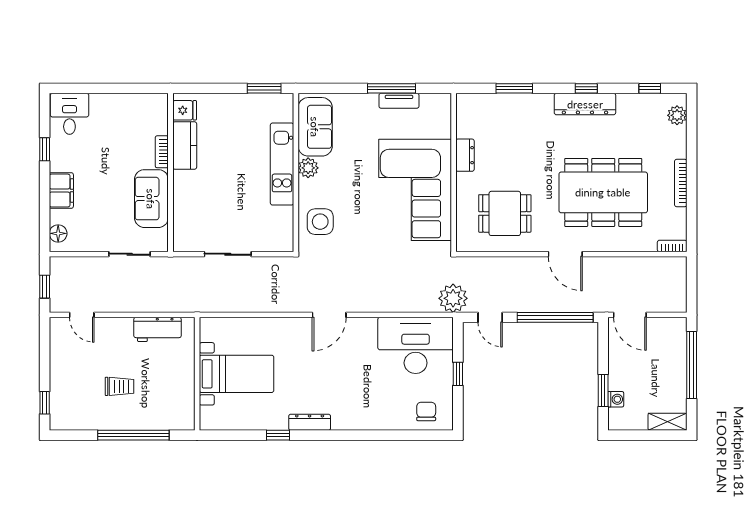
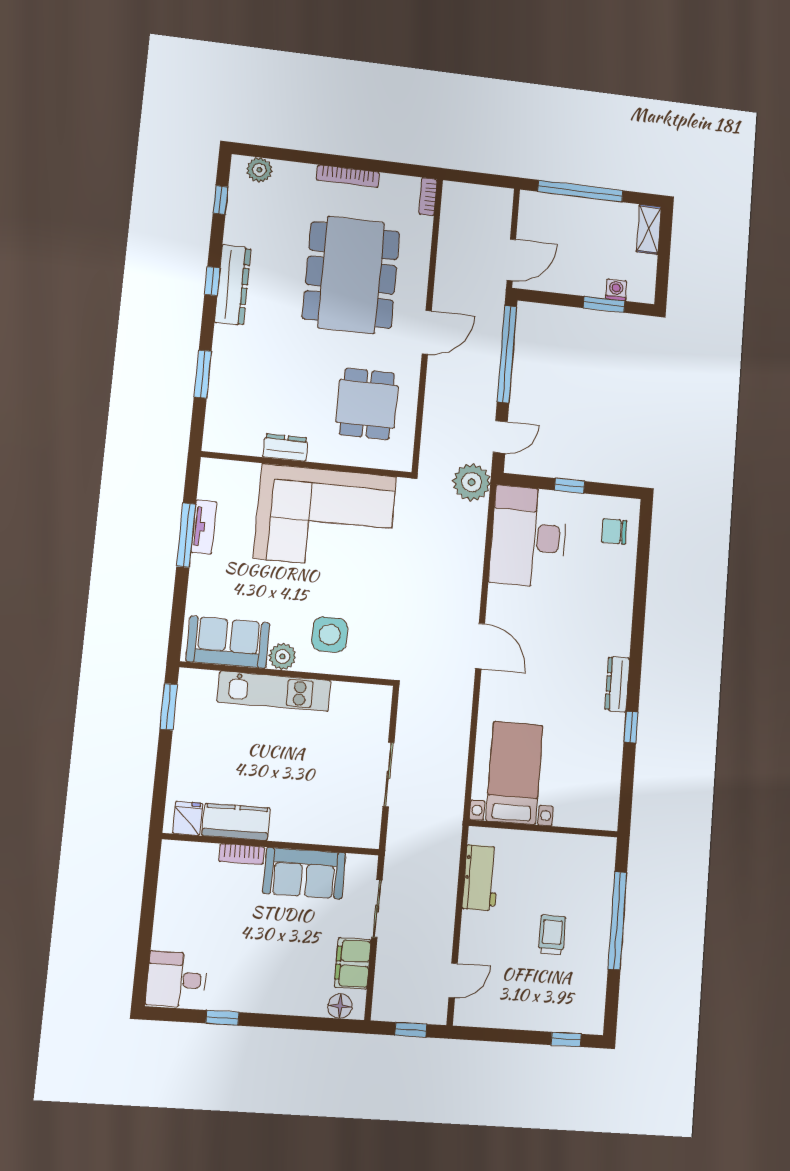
filing cabinet: (61, 191) -> (353, 964), moved, turned -90
side table: (320, 222) -> (330, 635), moved
bed with nightstands: (237, 374) -> (514, 773), moved

